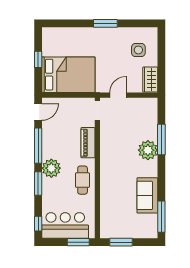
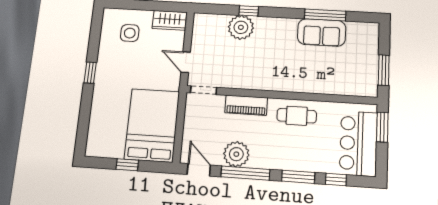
window: (105, 23) -> (90, 73), width x0.67
window: (161, 139) -> (249, 11), width x0.46
plant: (148, 150) -> (241, 27), moved
plant: (51, 168) -> (236, 154), moved
window: (161, 217) -> (325, 15), moved
window: (38, 224) -> (336, 180), moved

